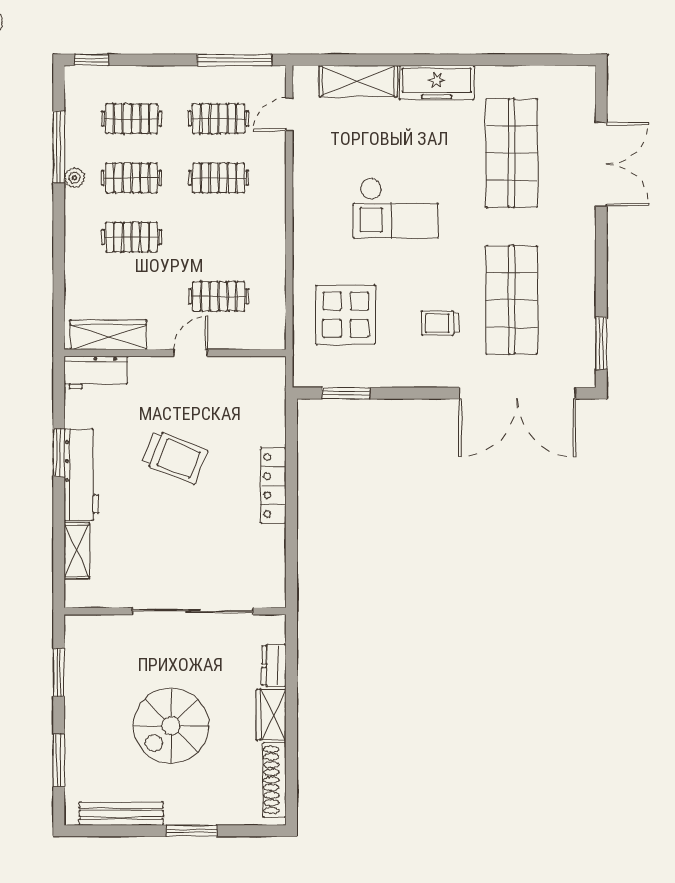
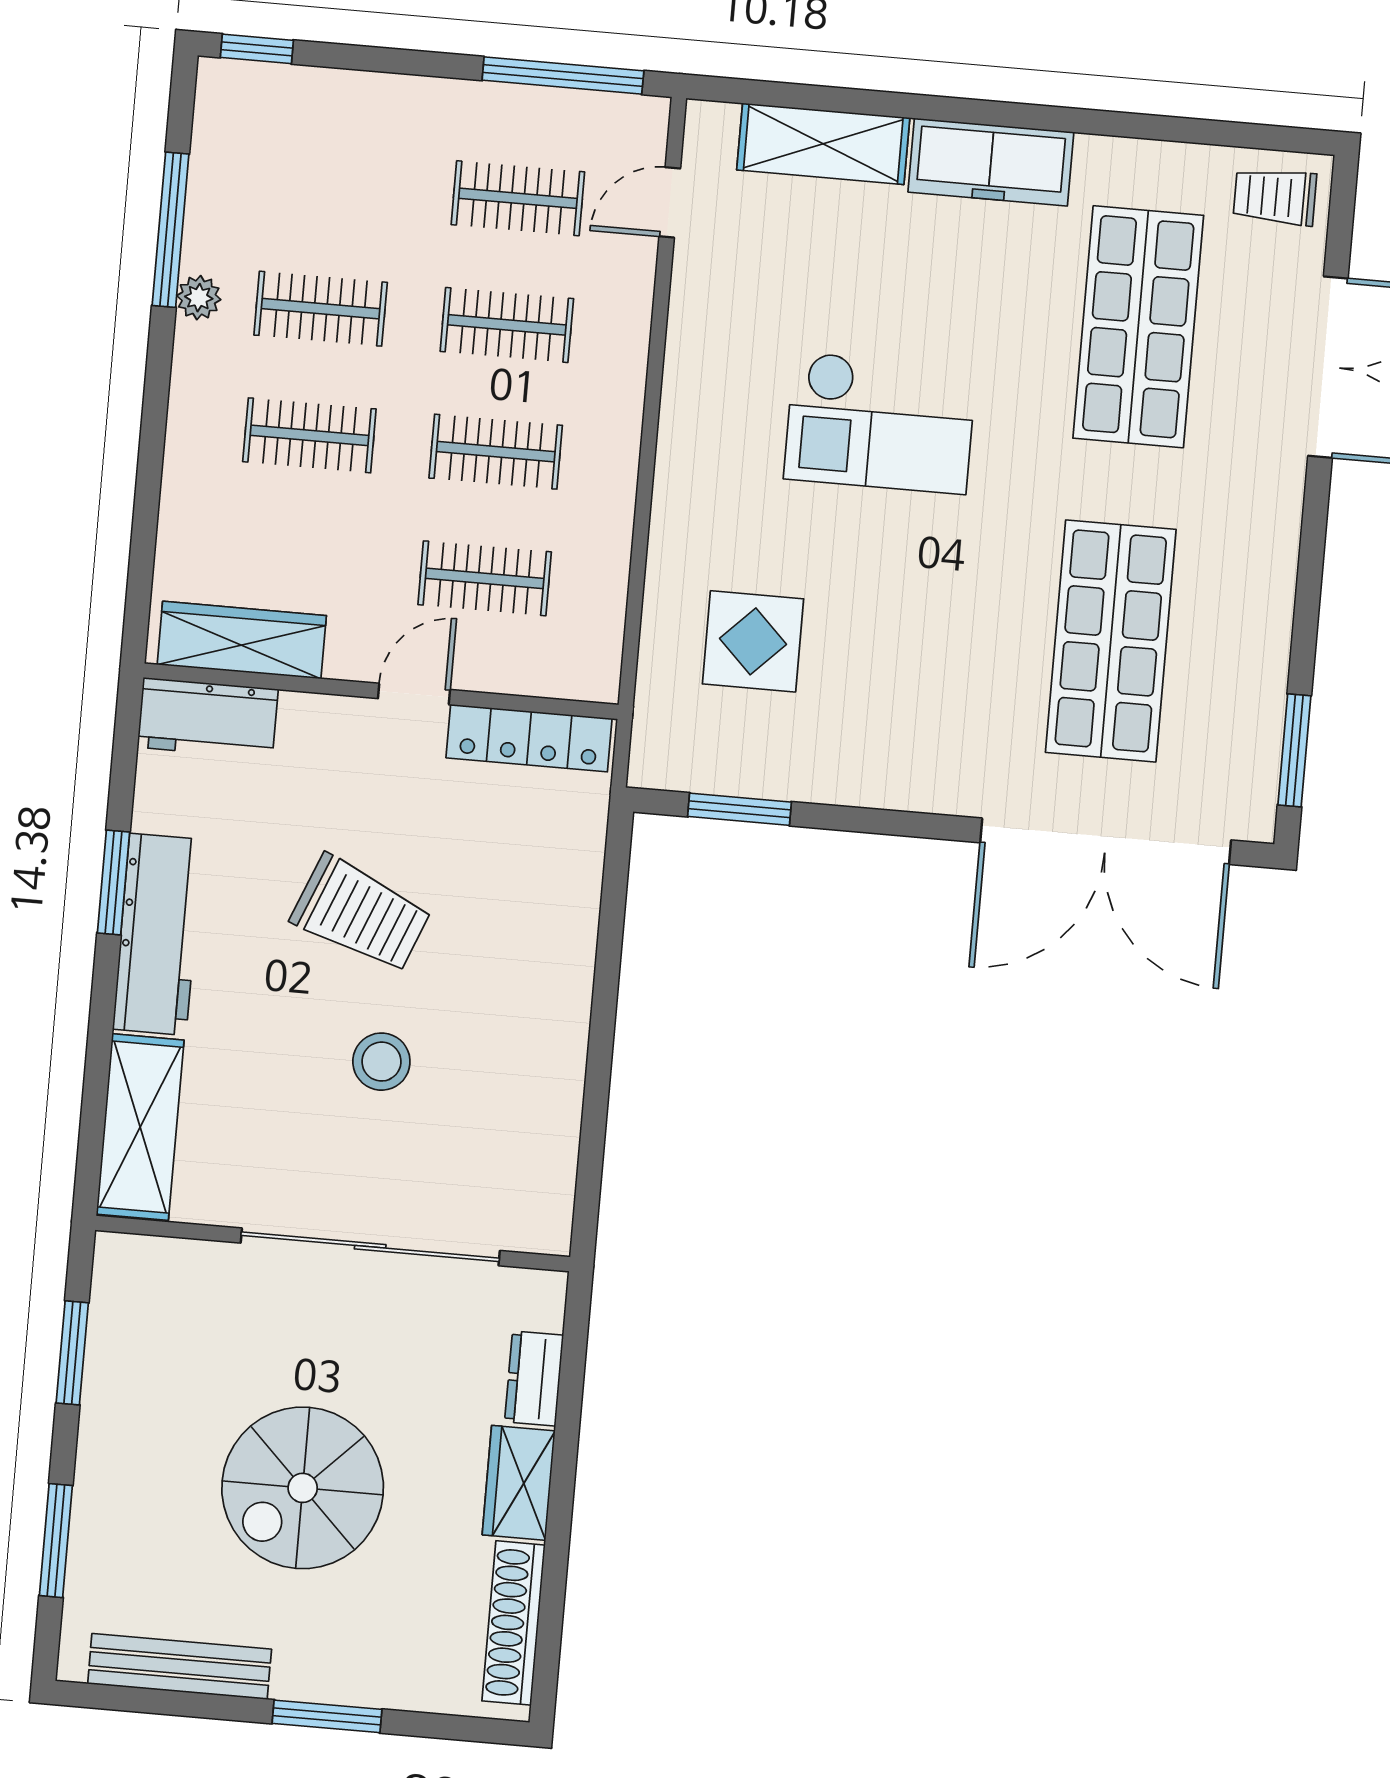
clothes rail: (132, 119) -> (496, 452), moved
display table: (346, 315) -> (753, 641), width x0.73, depth x0.73
trolley: (440, 323) -> (1275, 197), moved
locker: (273, 486) -> (529, 738), moved, turned -90
stool: (190, 525) -> (381, 1062), added
shelving: (77, 551) -> (140, 1127), width x1.50, depth x1.33

